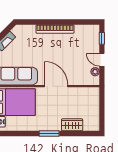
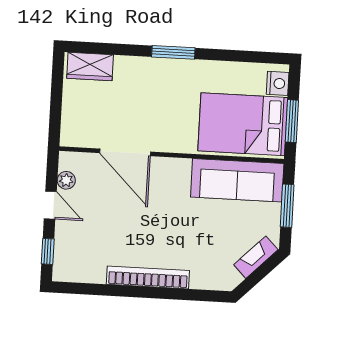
door: (56, 86) -> (125, 152), moved
wardrobe: (72, 125) -> (90, 66), moved

